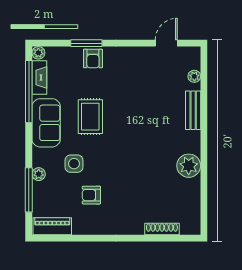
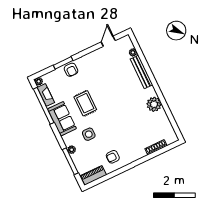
bench: (193, 110) -> (142, 72), width x1.36
armchair: (91, 195) -> (113, 157), moved

